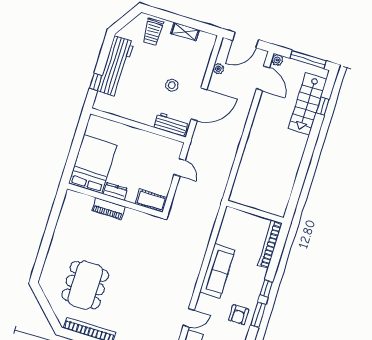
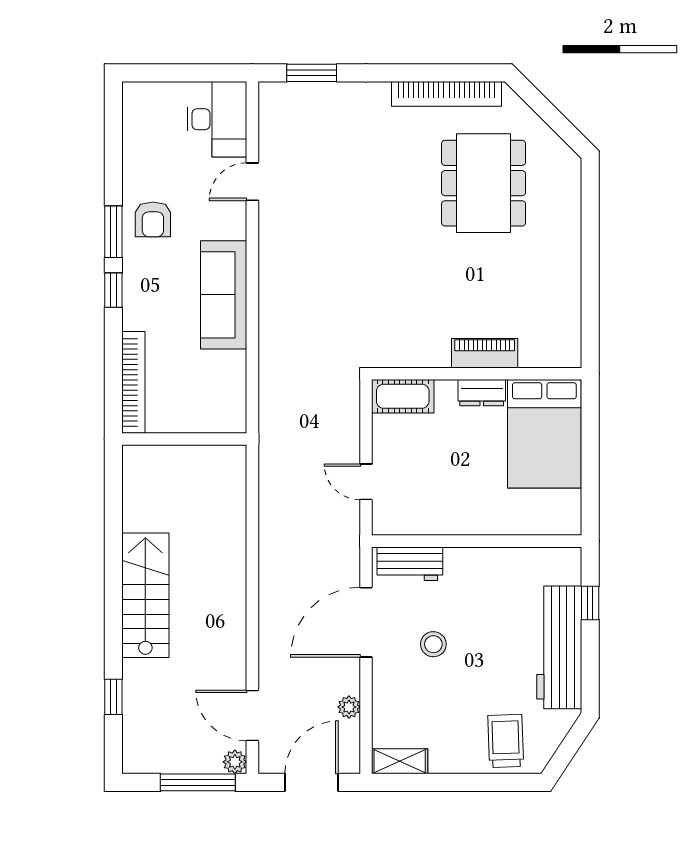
shelving: (185, 32) -> (400, 761), moved
window: (308, 59) -> (198, 782), moved
stairs: (308, 104) -> (145, 595), moved
armchair: (239, 315) -> (153, 219), turned 180

